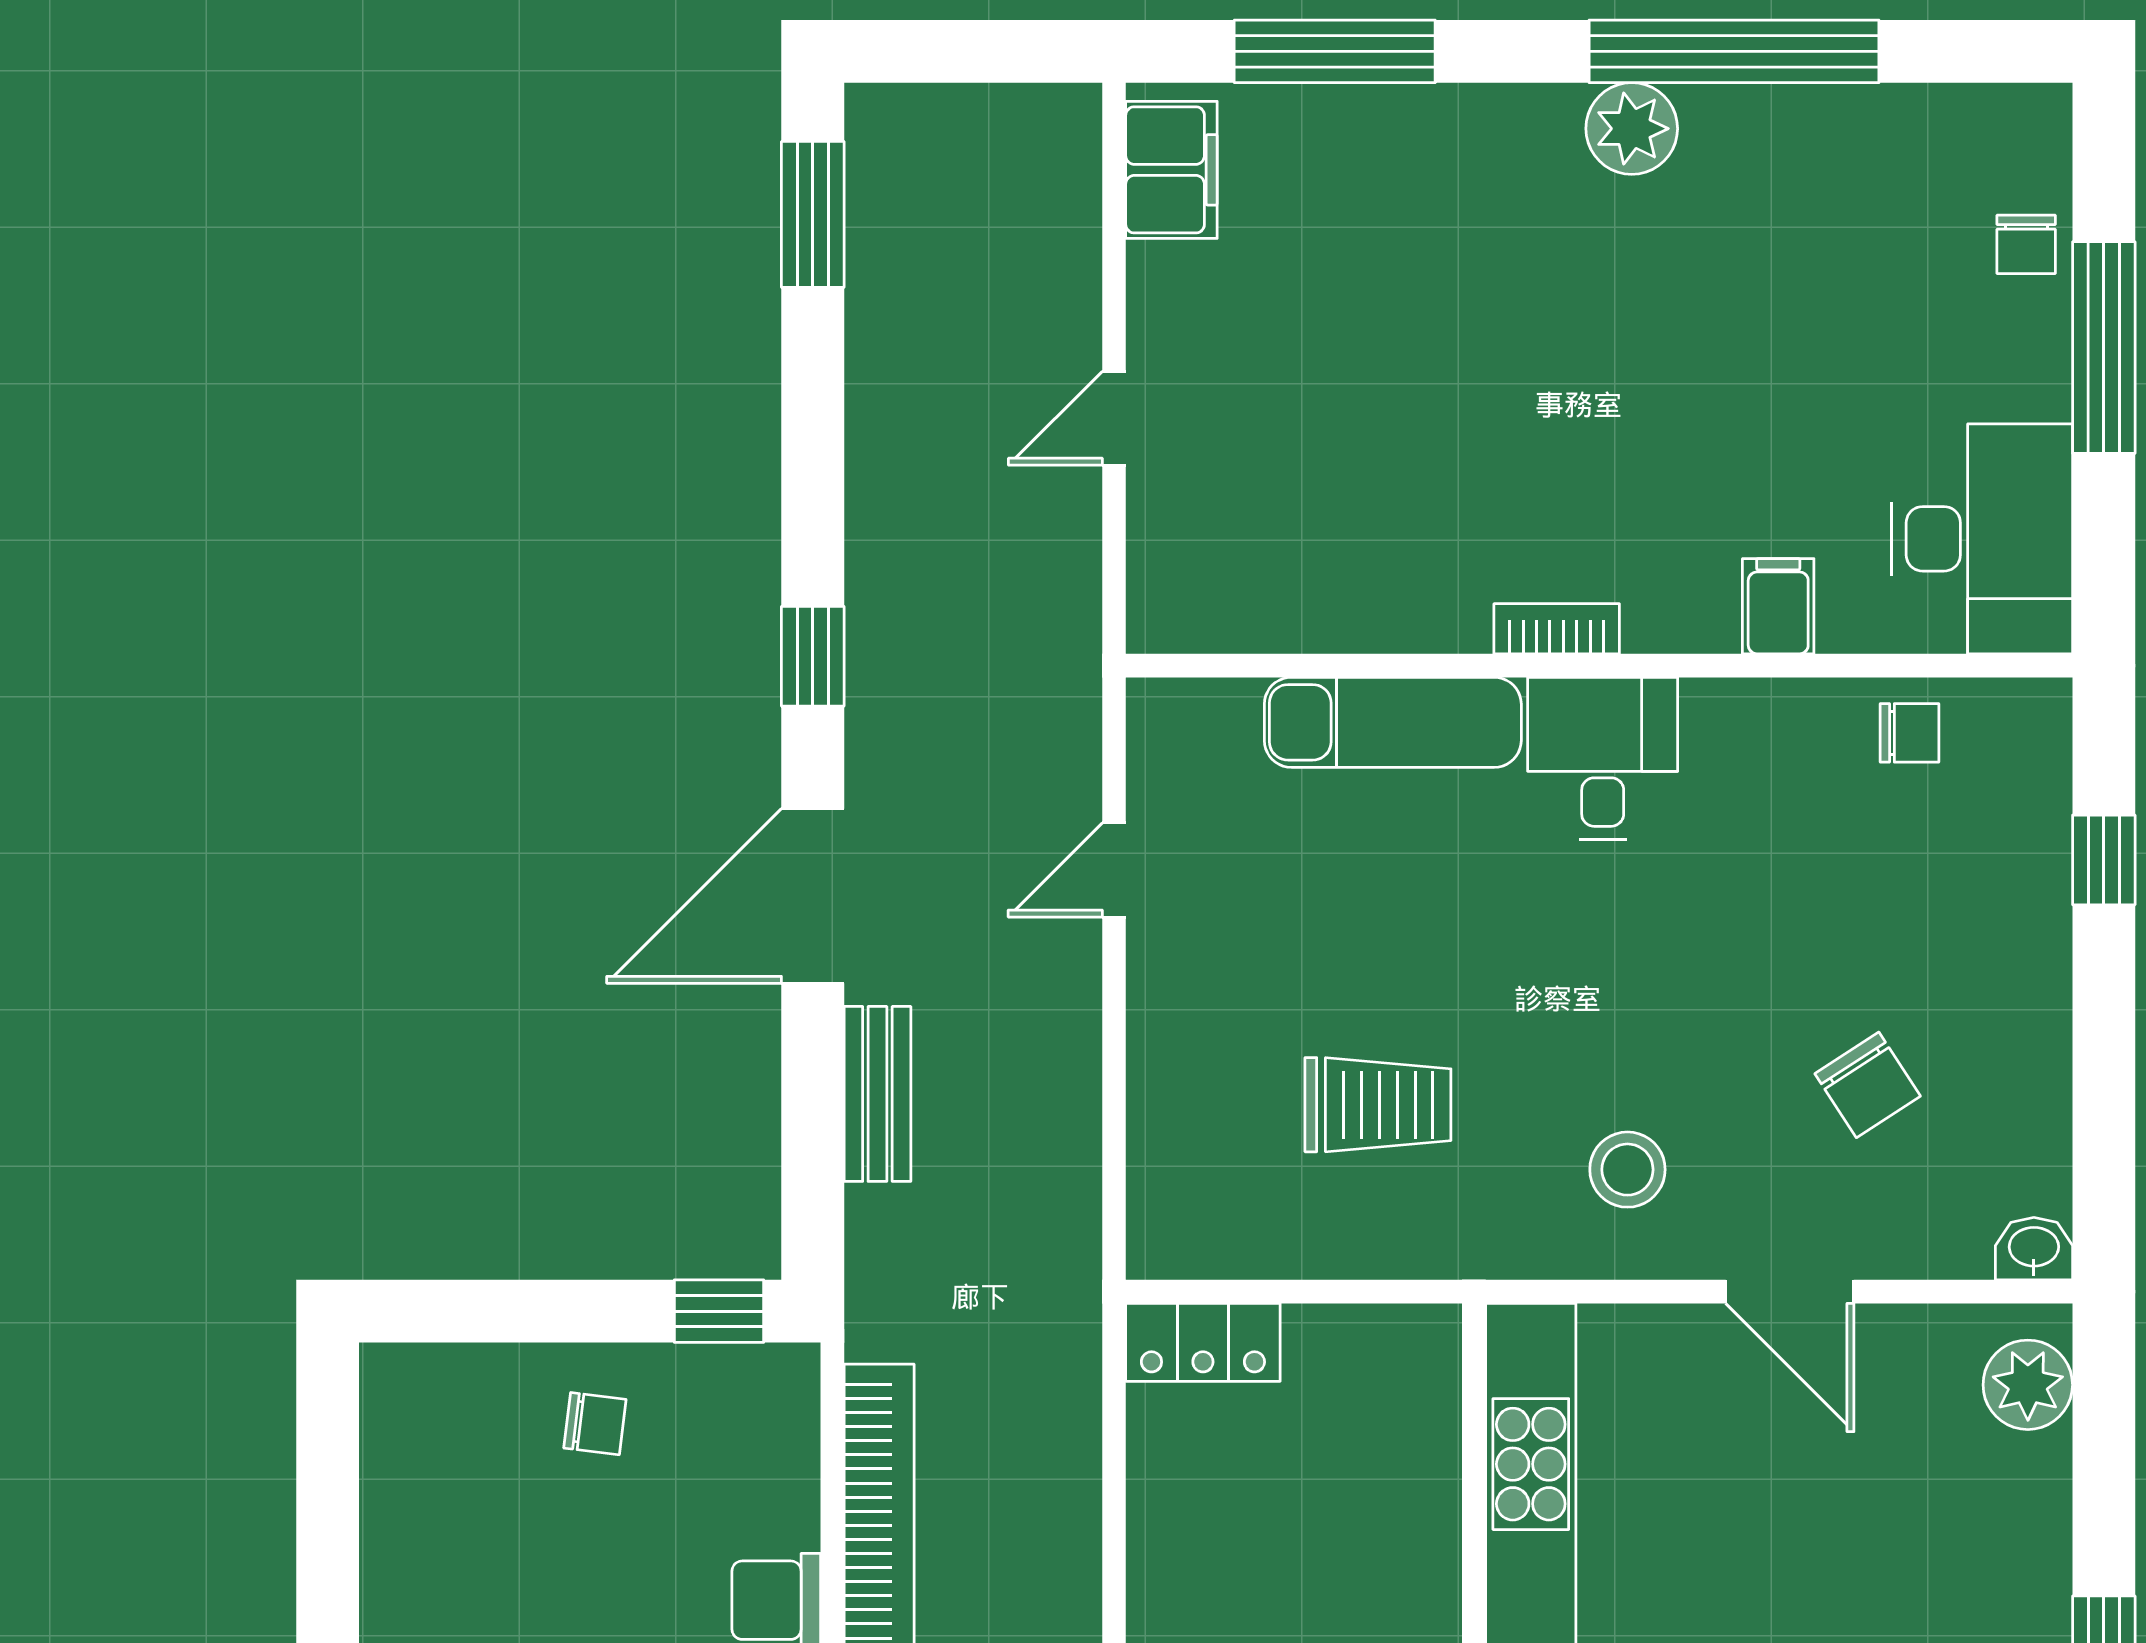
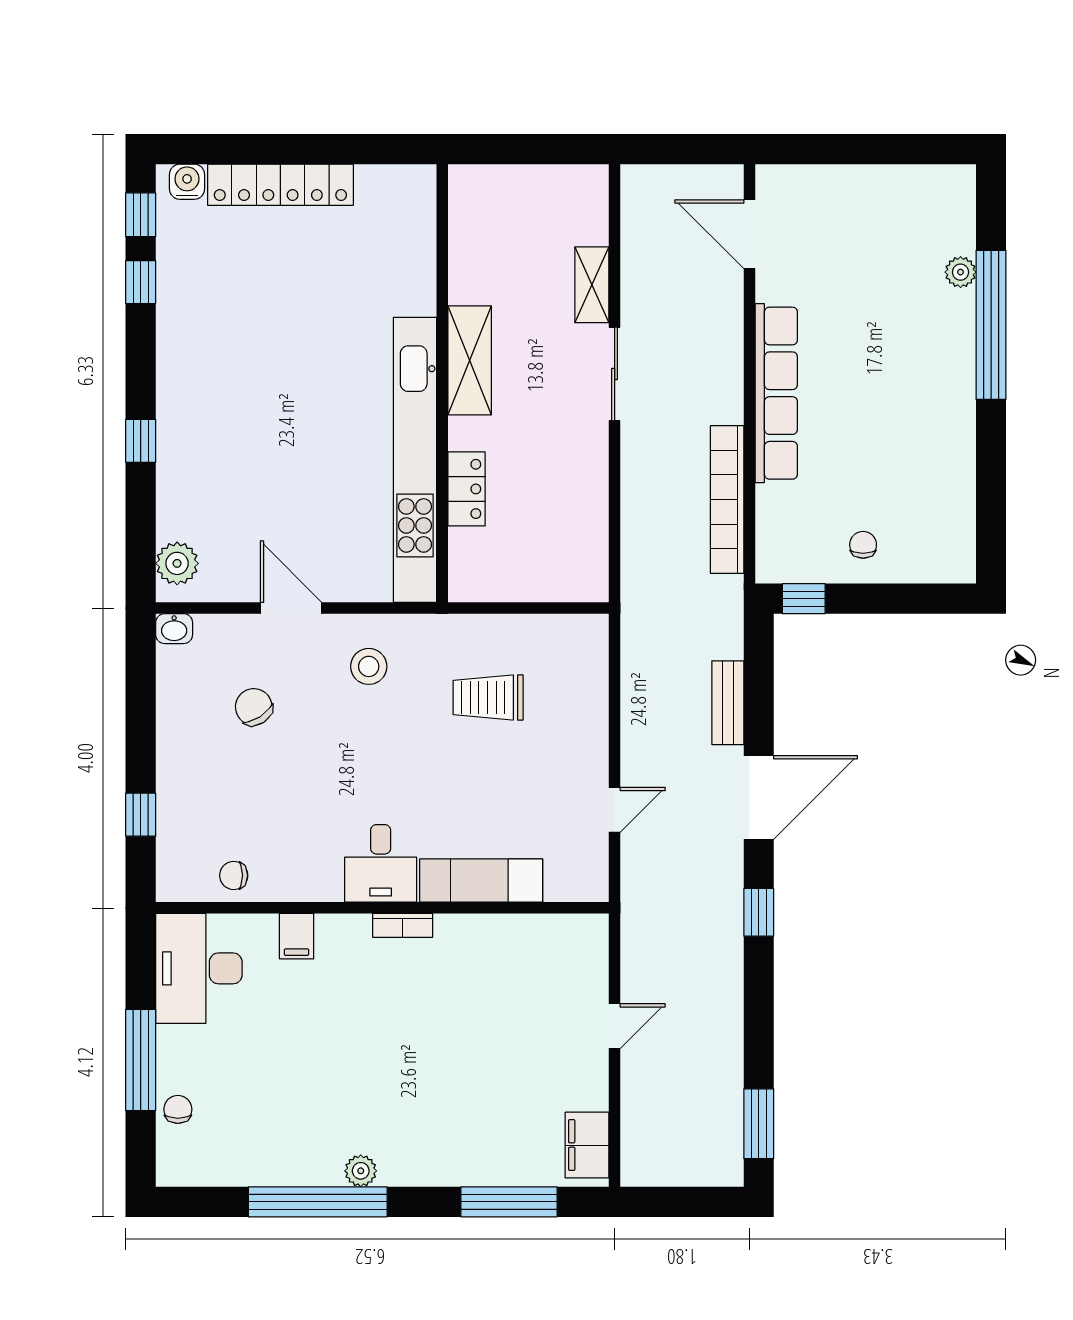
plant: (1632, 129) -> (361, 1171), width x0.73, depth x0.73
locker: (1203, 1342) -> (467, 489), moved, turned 90
chair: (595, 1424) -> (863, 545), turned 83

